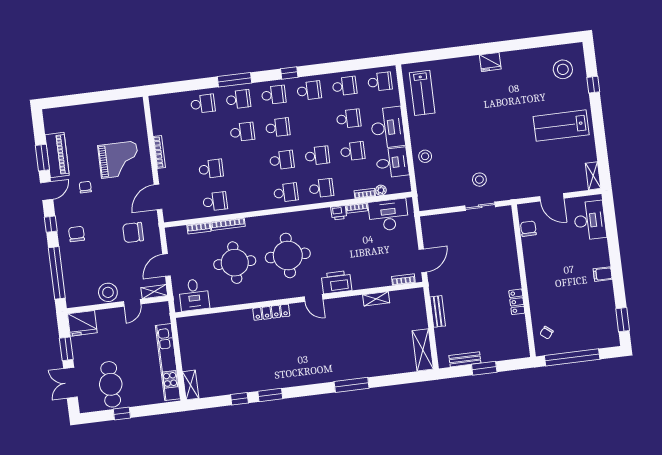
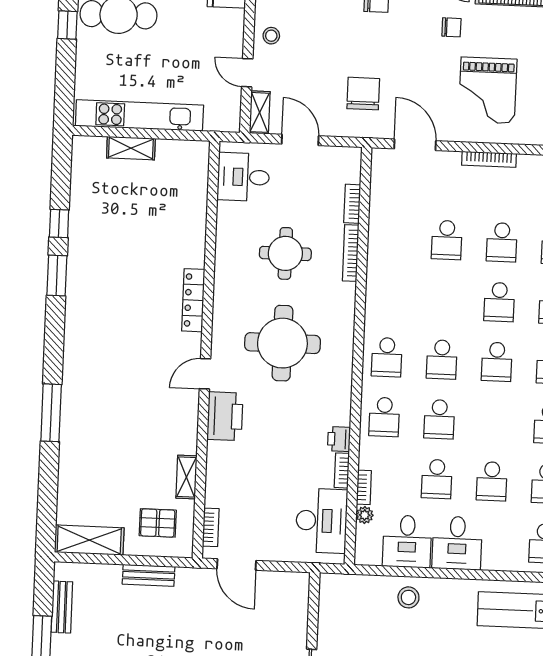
desk: (388, 128) -> (457, 543), width x0.73
school desk: (215, 201) -> (502, 242), moved
round table: (235, 263) -> (285, 253), width x0.73, depth x0.73
stool: (108, 292) -> (271, 36), width x0.53, depth x0.53
pallet: (406, 311) -> (158, 523), added
shelving: (191, 385) -> (131, 148), moved

